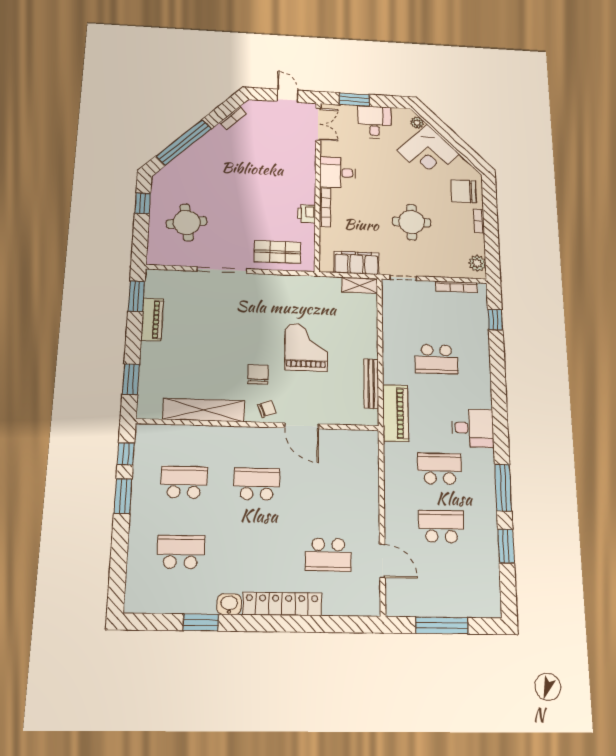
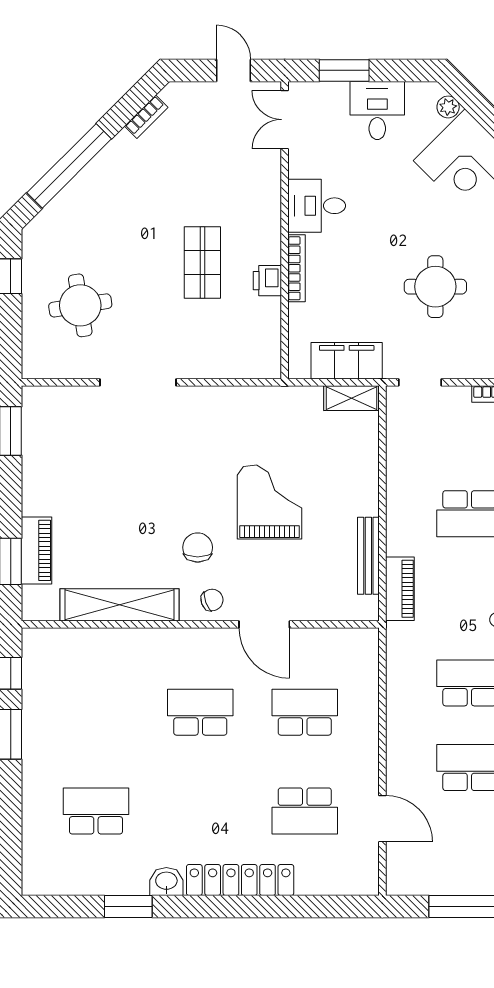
double door: (318, 124) -> (285, 120), swing flipped
shop shelf: (277, 252) -> (202, 262), moved, turned 90
piano: (152, 319) -> (37, 550), moved
piano: (395, 413) -> (400, 589), width x0.73, depth x0.75
school desk: (184, 482) -> (305, 712), moved

